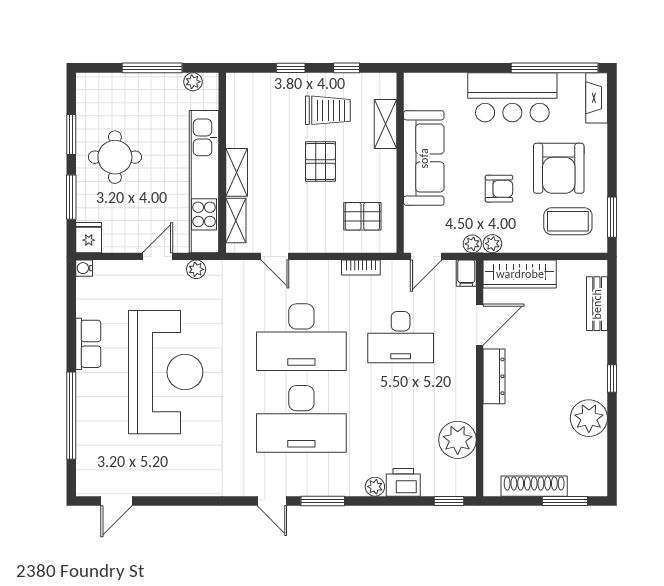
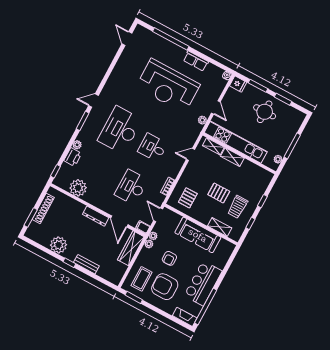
bench: (597, 304) -> (86, 264), moved
desk: (301, 337) -> (153, 148), width x0.53, depth x0.77

